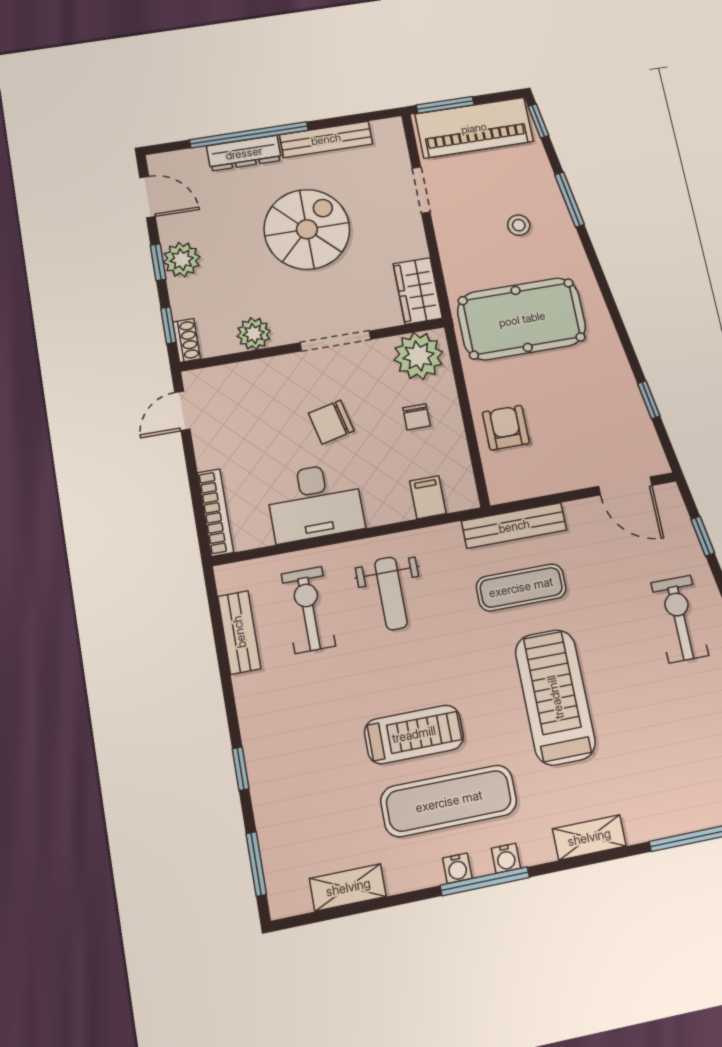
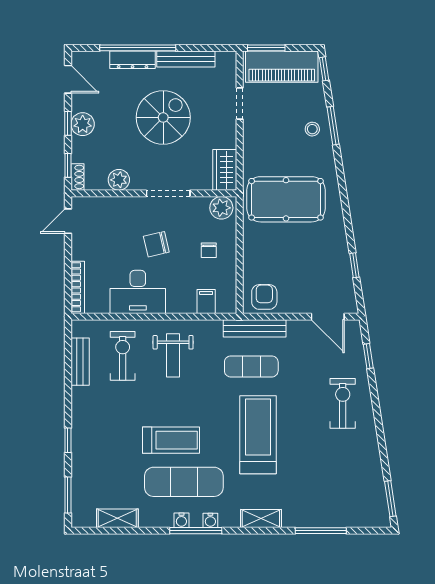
stool: (519, 225) -> (312, 129), moved
plant: (418, 356) -> (221, 208), width x0.73, depth x0.73
armchair: (506, 428) -> (264, 297), moved

